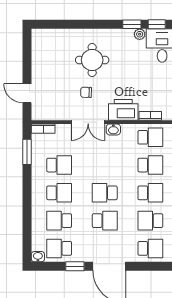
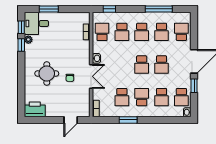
printer: (123, 110) -> (35, 109), moved, turned 90
window: (27, 152) -> (128, 120), moved
school desk: (59, 165) -> (122, 97), turned 180
school desk: (150, 165) -> (122, 32), turned 180
school desk: (150, 193) -> (142, 32), turned 180
school desk: (105, 221) -> (162, 64), turned 180

